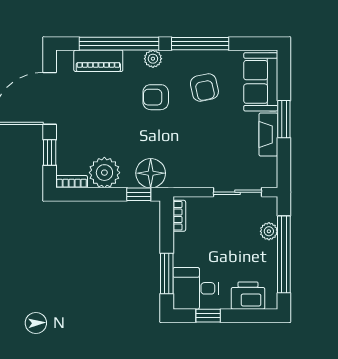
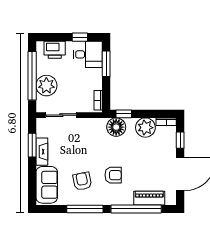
plant: (153, 59) -> (115, 199), removed
window: (284, 119) -> (32, 145), moved
plant: (269, 231) -> (46, 86), width x1.87, depth x1.87

